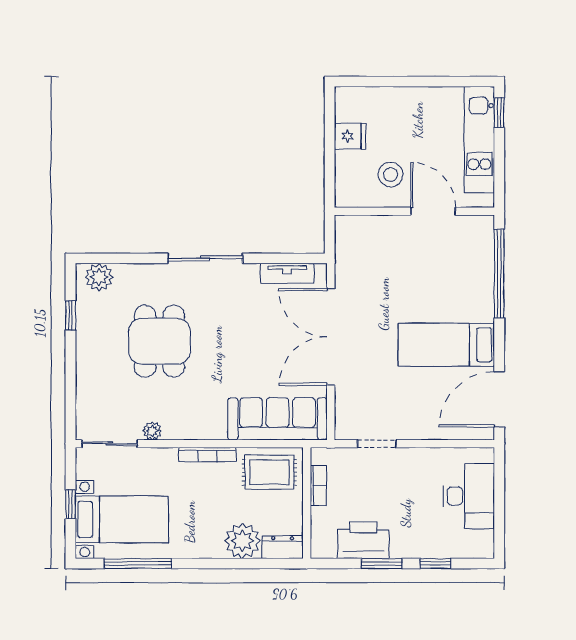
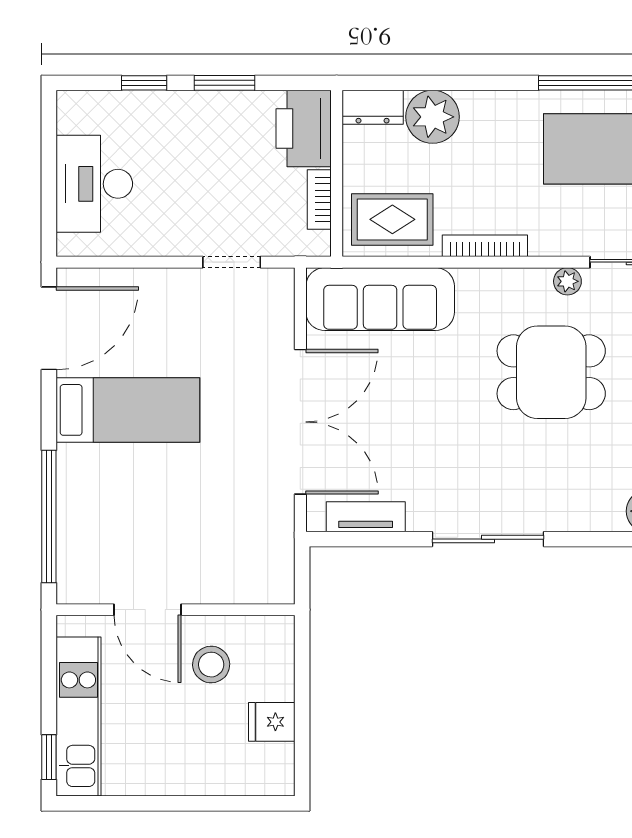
dining table: (159, 341) -> (551, 372), moved, turned 90
printer: (363, 540) -> (304, 128), moved, turned 90

